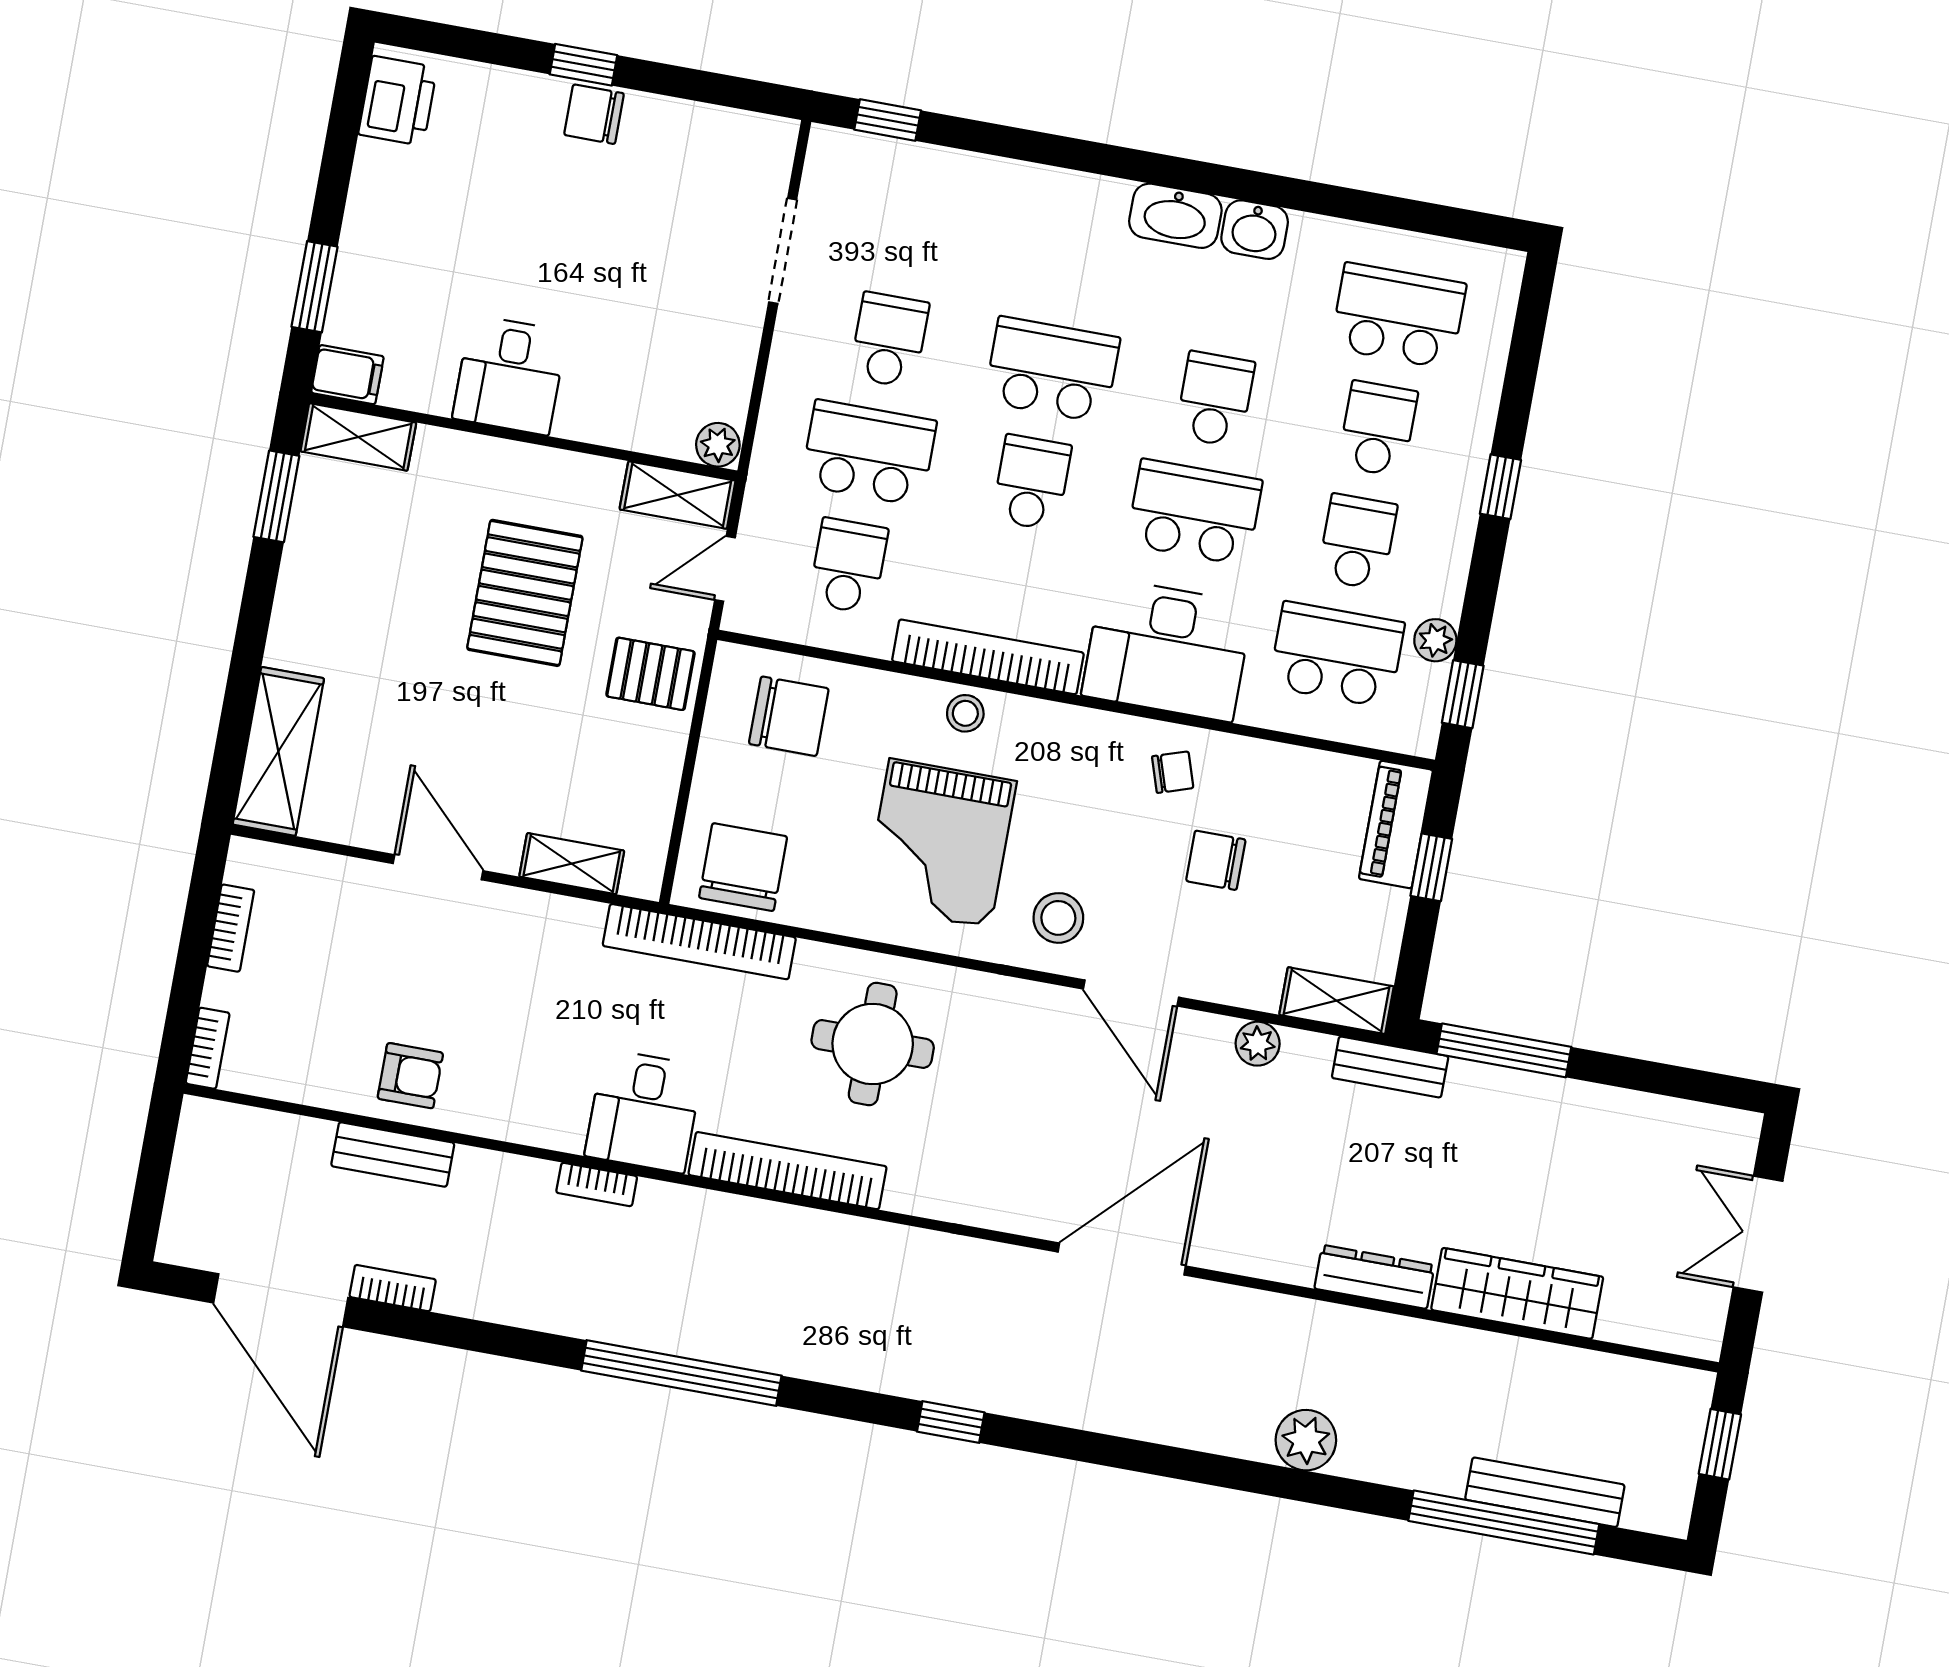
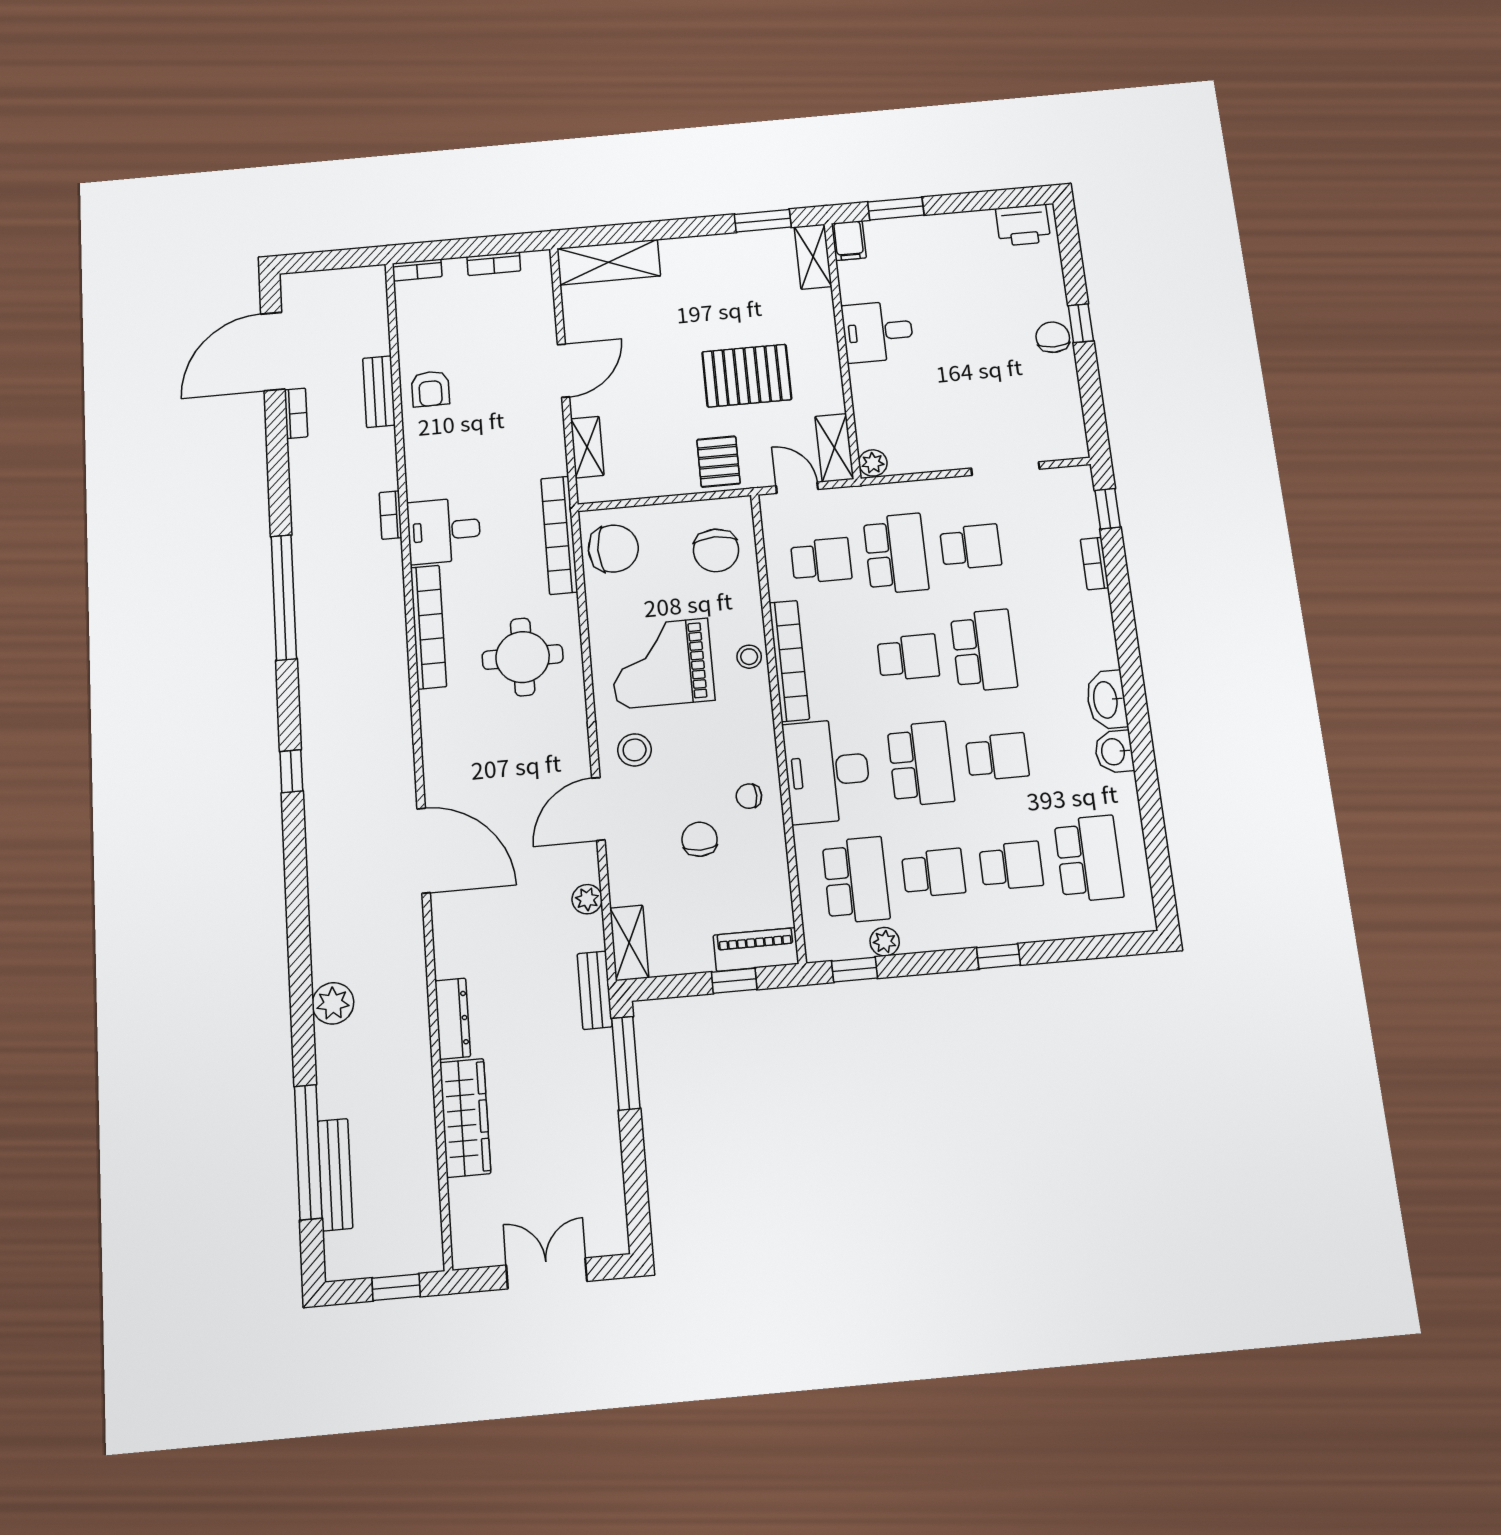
bookcase: (966, 167) -> (1094, 564), added
chair: (1173, 772) -> (749, 796), turned 108

